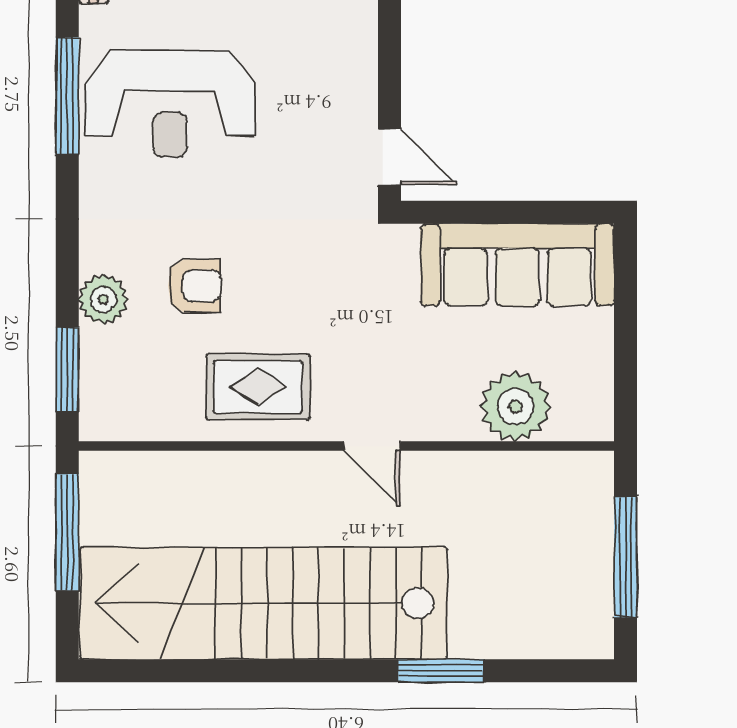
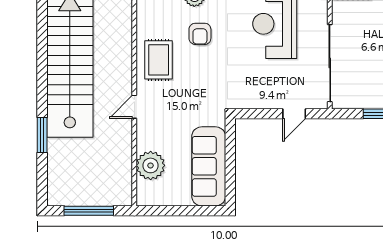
door: (390, 157) -> (294, 114), moved

